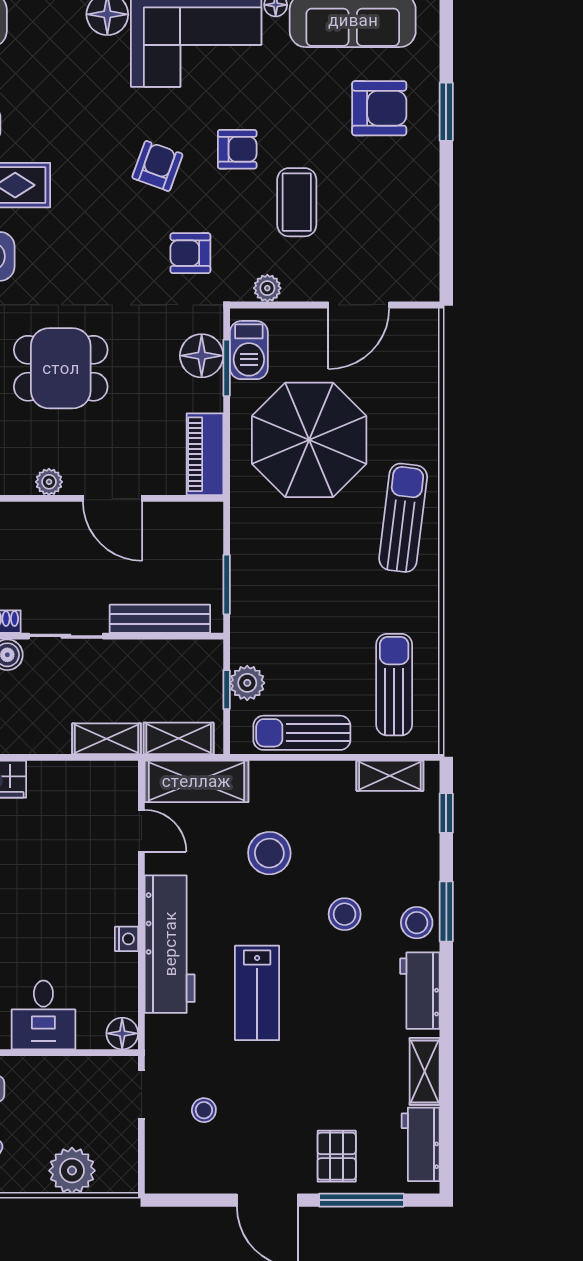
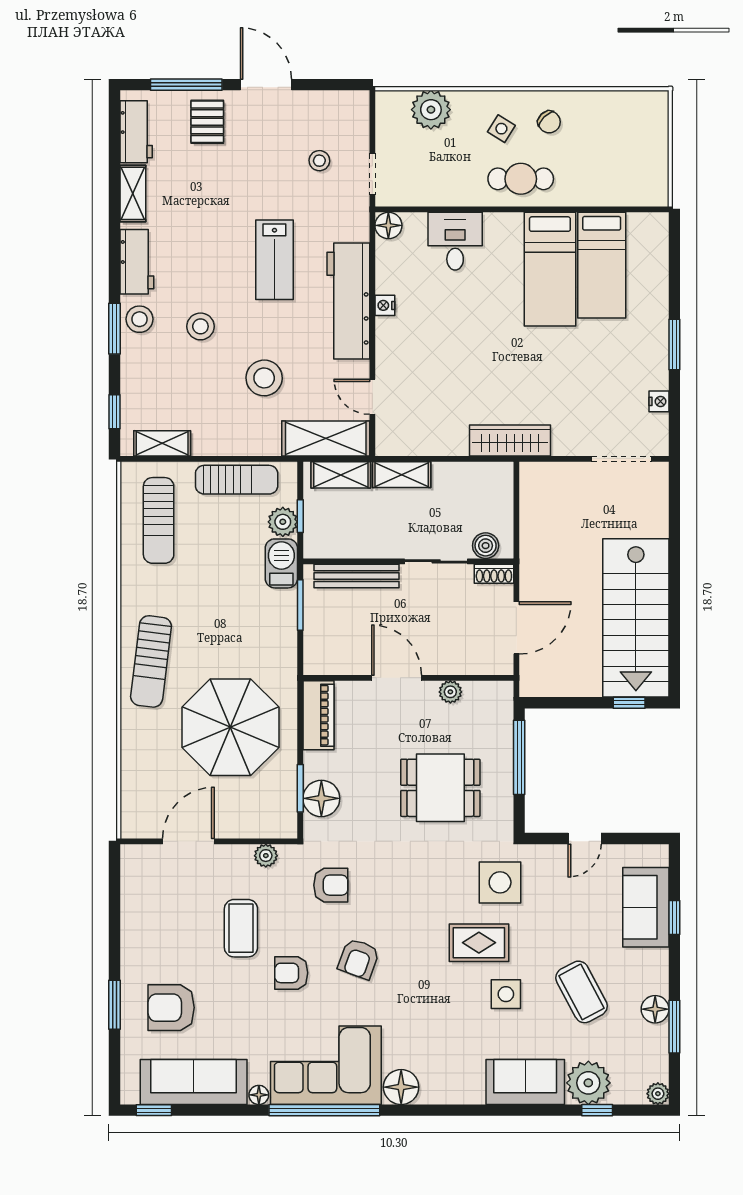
barbecue: (249, 350) -> (281, 563), moved
lab bench: (257, 993) -> (274, 260), turned 180

